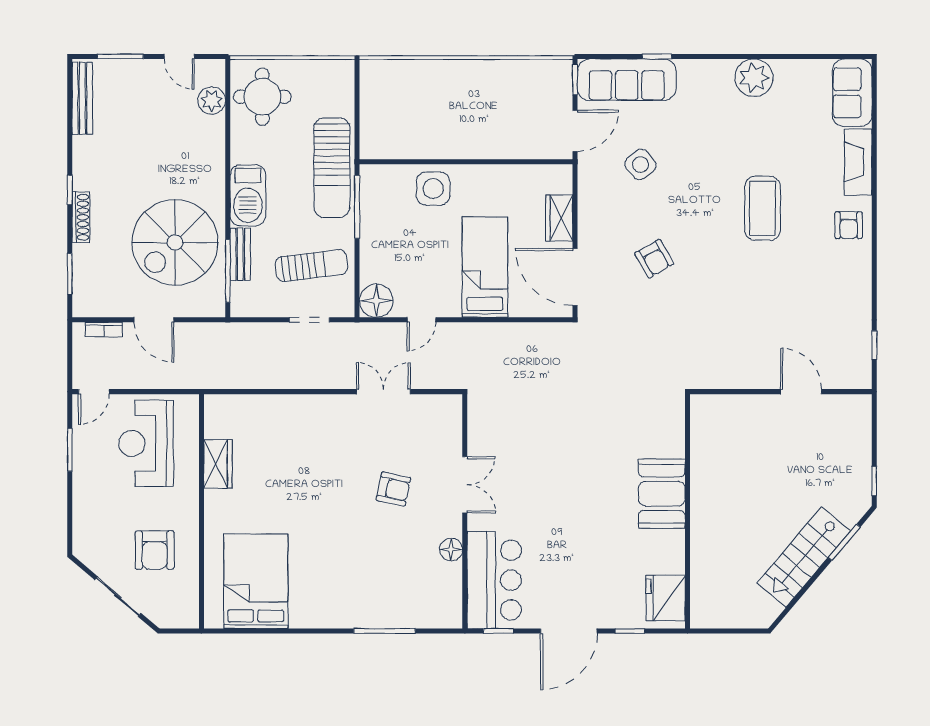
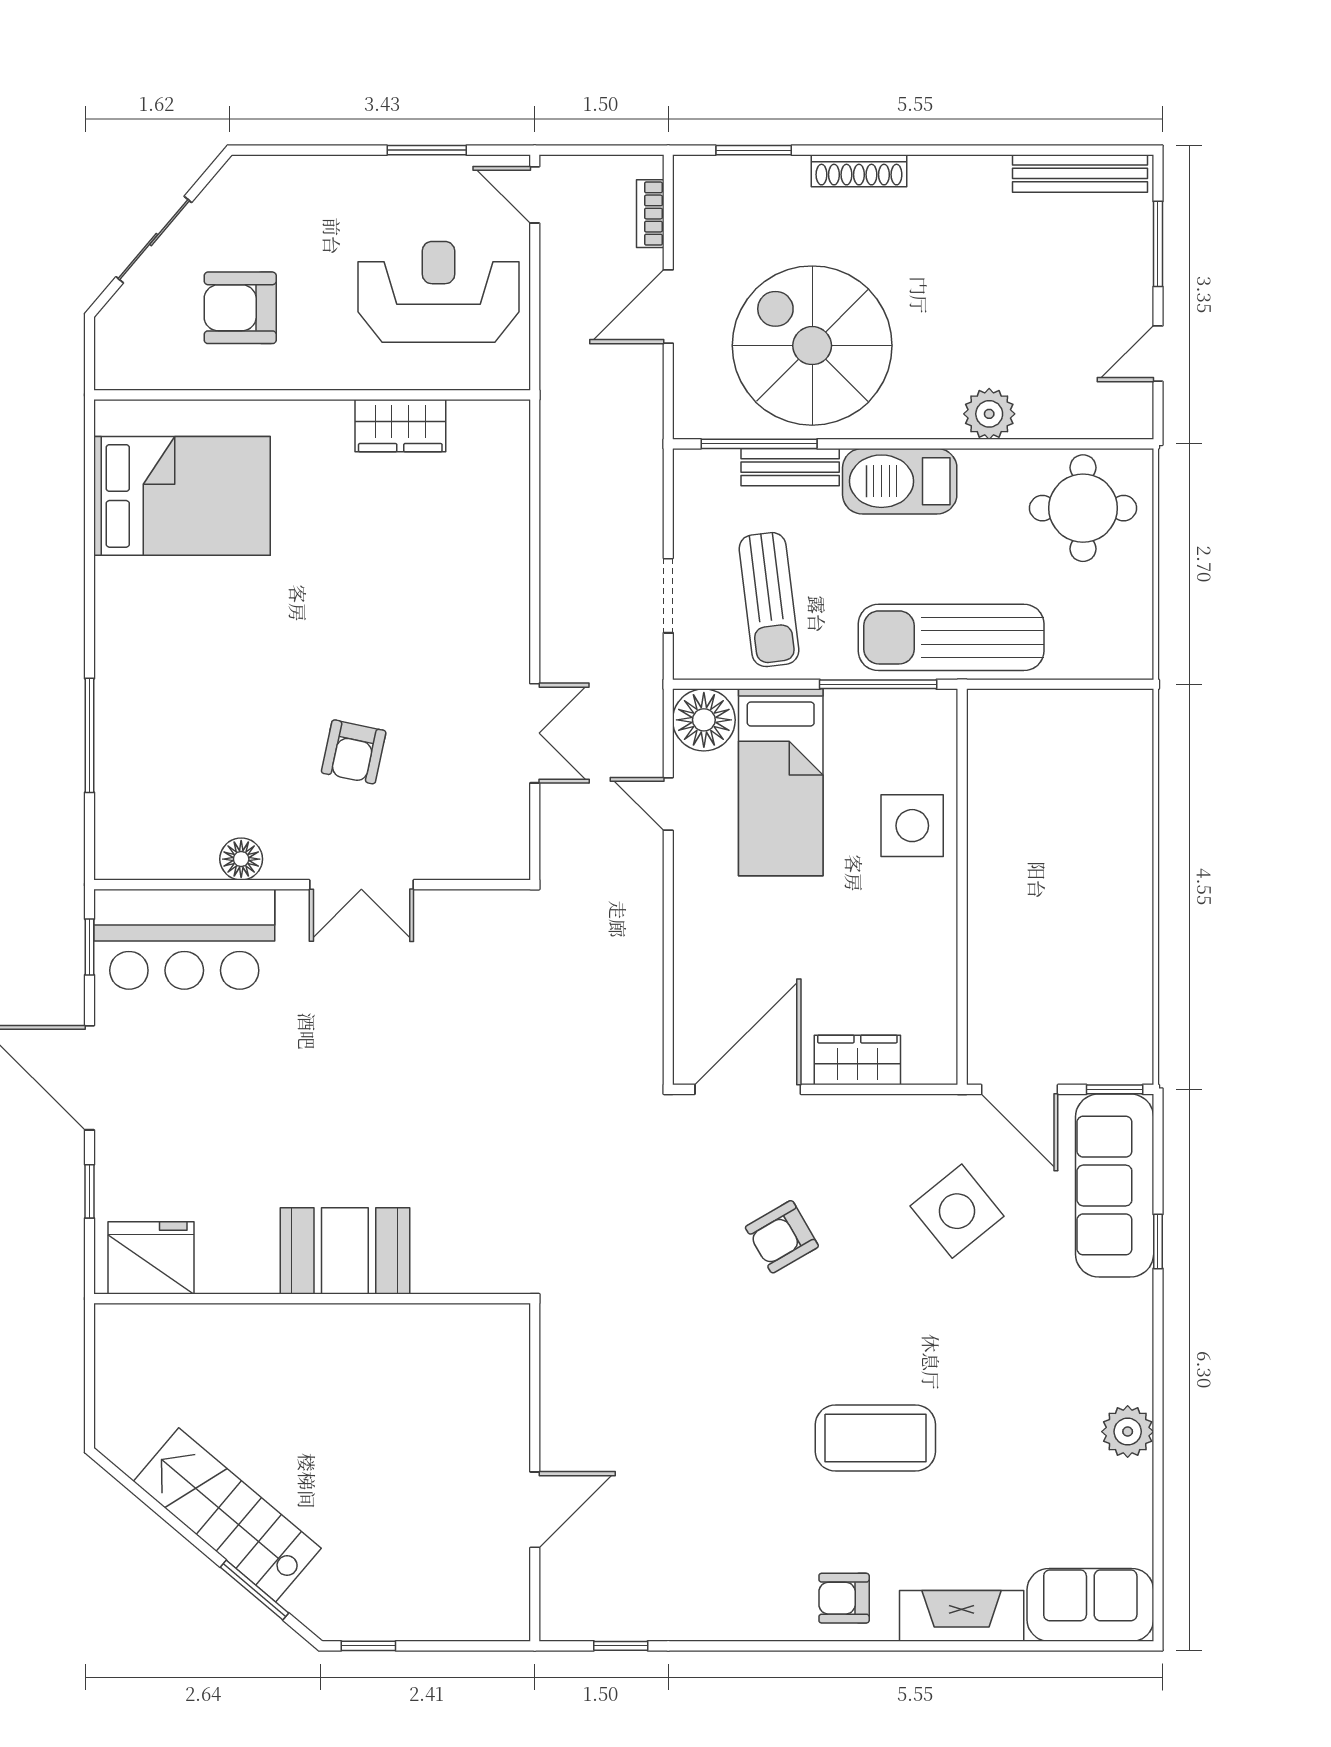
plant: (754, 78) -> (1128, 1432), width x0.73, depth x0.73
plant: (212, 101) -> (989, 414), moved
side table: (640, 165) -> (957, 1211), width x1.37, depth x1.37
window: (70, 190) -> (910, 150), removed
bed: (485, 267) -> (781, 782), moved, turned 90

